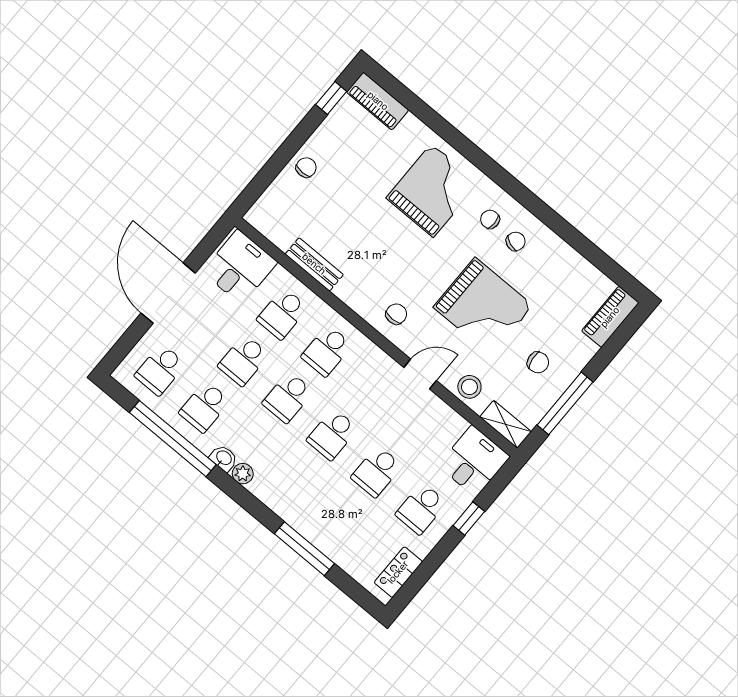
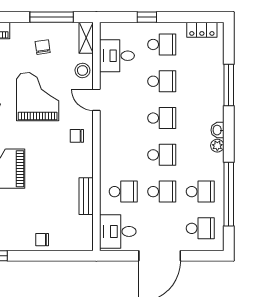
school desk: (327, 351) -> (123, 155), removed
washbasin: (224, 458) -> (218, 130), moved
desk: (474, 461) -> (117, 56), moved

